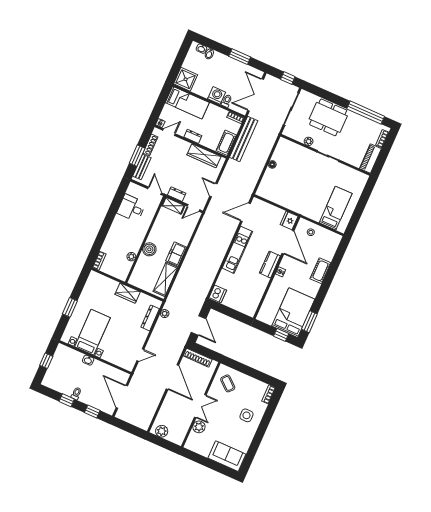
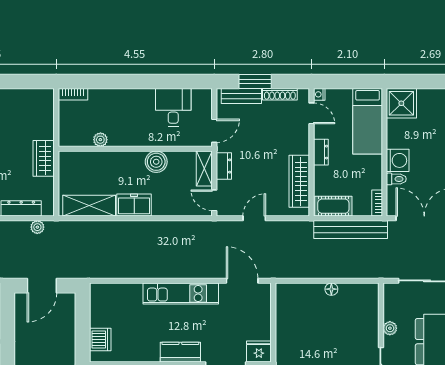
boiler: (149, 249) -> (156, 162), moved
dishwasher: (218, 294) -> (100, 339), moved, turned -90

